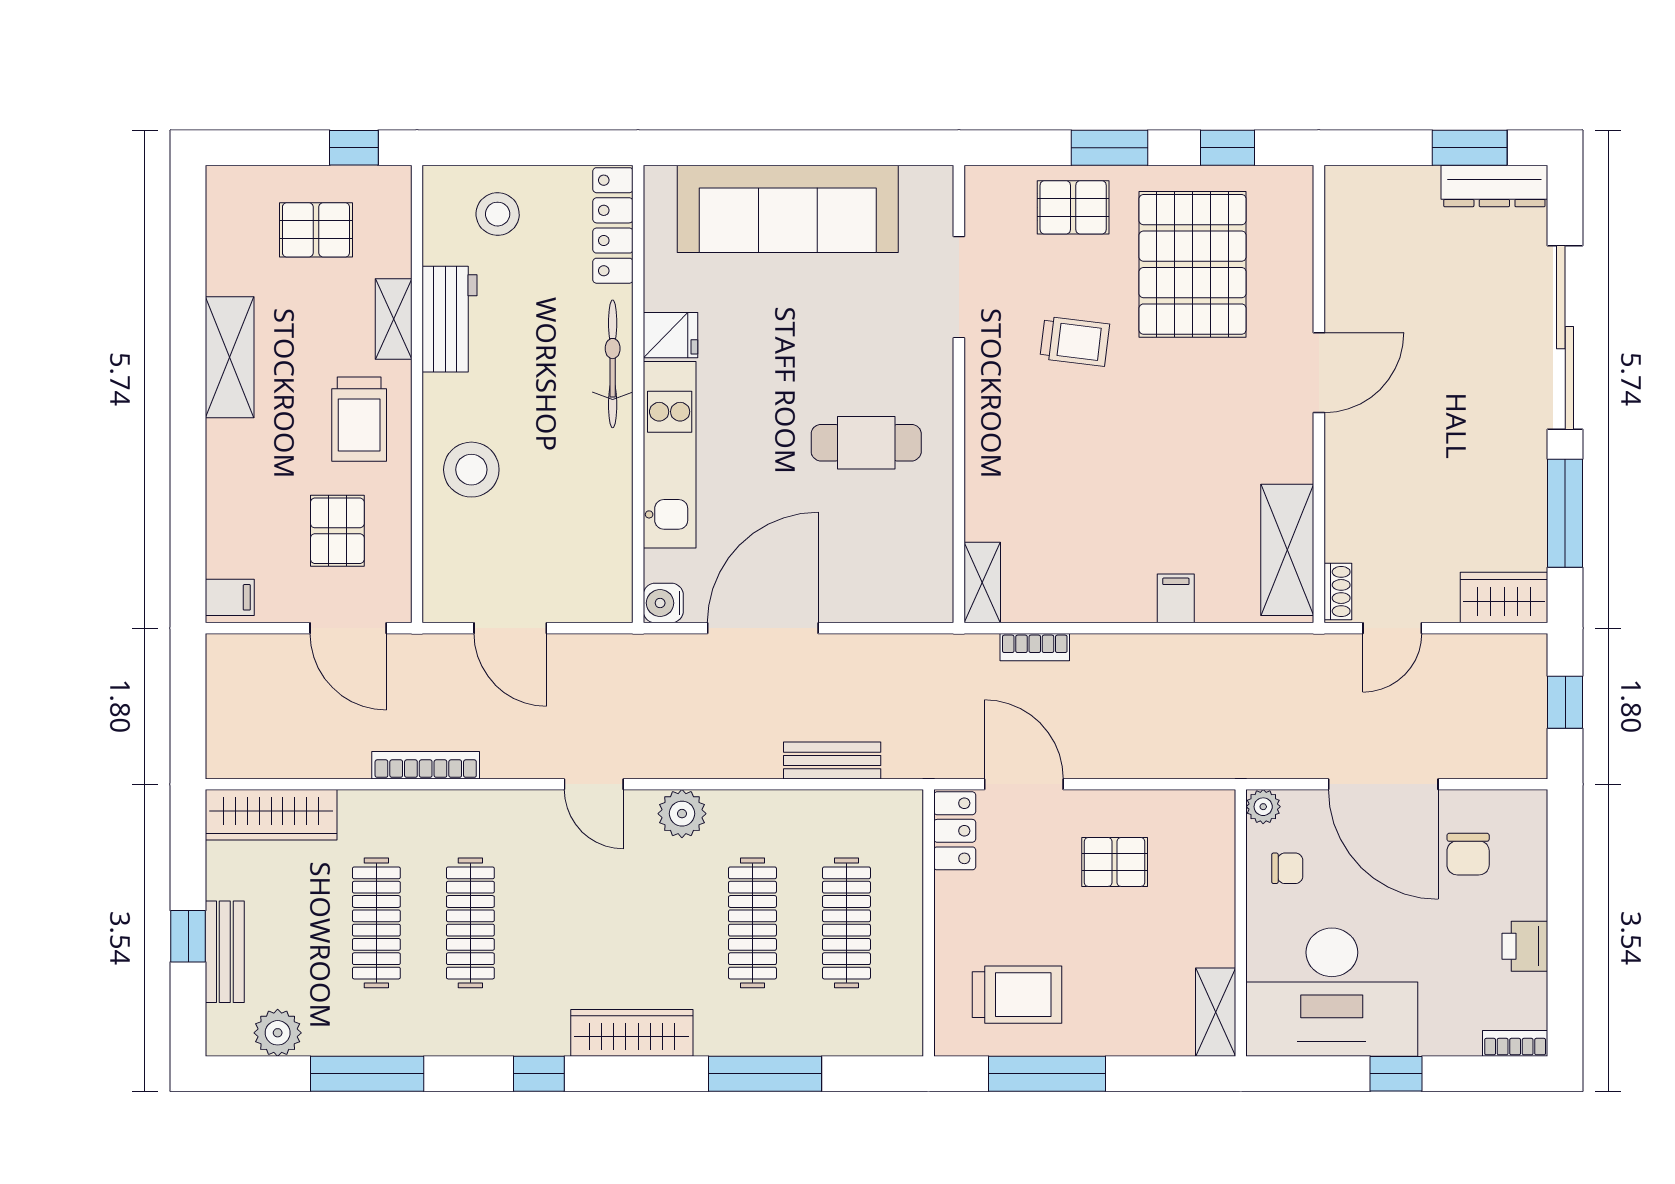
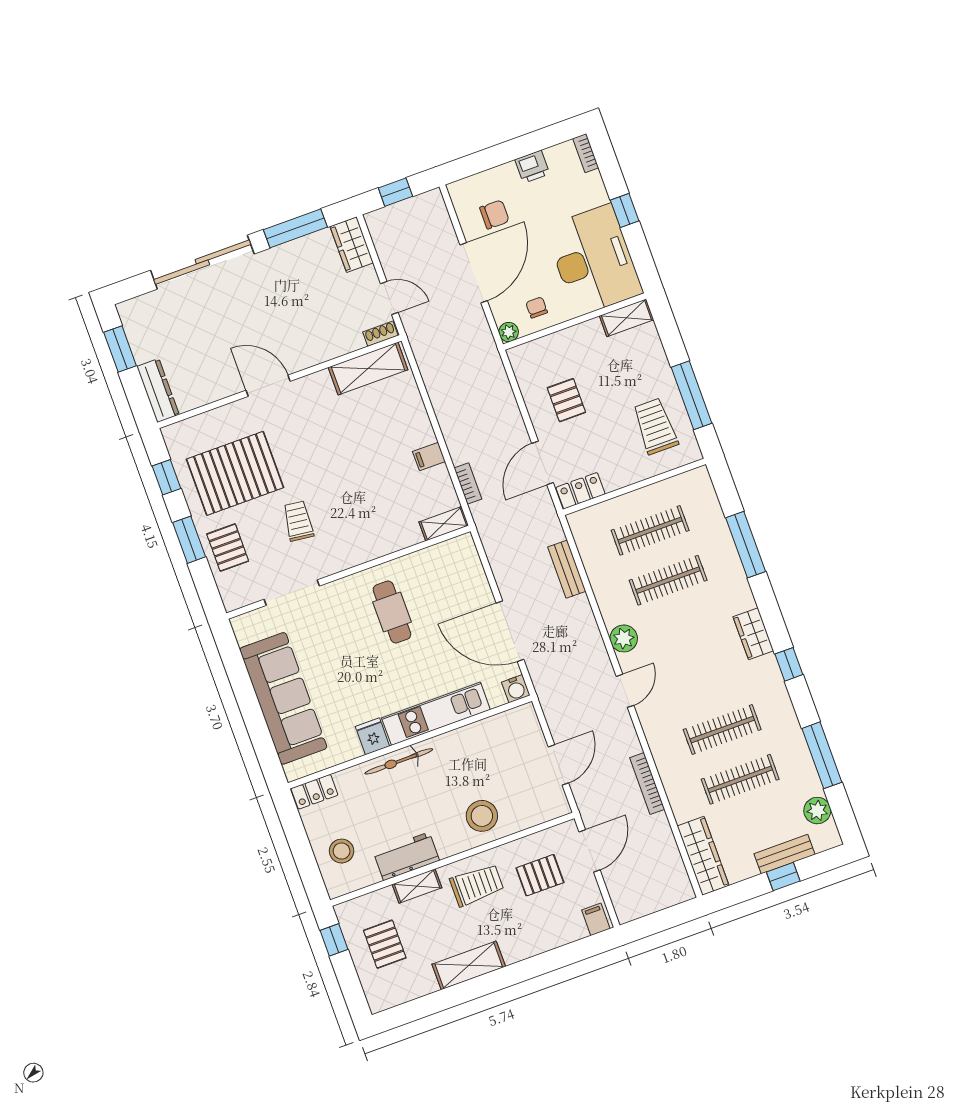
dresser: (1494, 186) -> (158, 391), moved
locker: (613, 225) -> (314, 792), width x0.66
filing cabinet: (1176, 598) -> (429, 456), moved
wardrobe: (632, 1033) -> (753, 634), width x0.67

